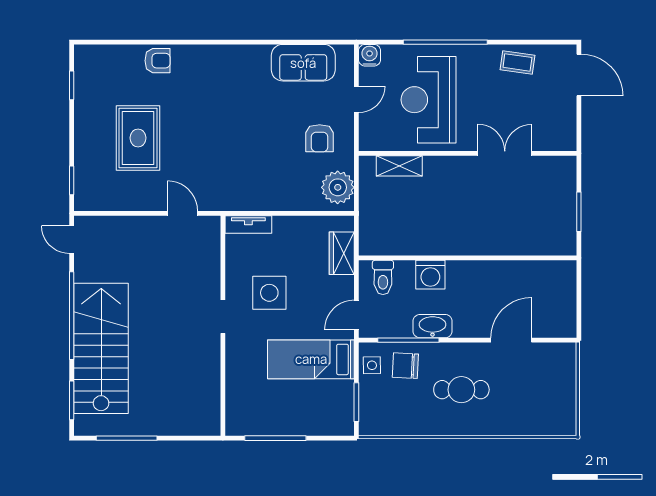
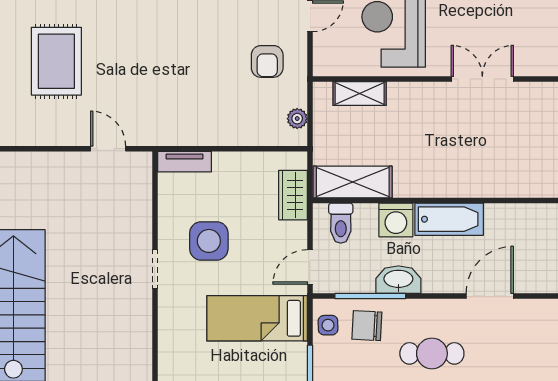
plant: (338, 187) -> (297, 119), width x0.53, depth x0.53
shelving: (393, 242) -> (353, 182), added
bathtub: (476, 274) -> (449, 219), added

